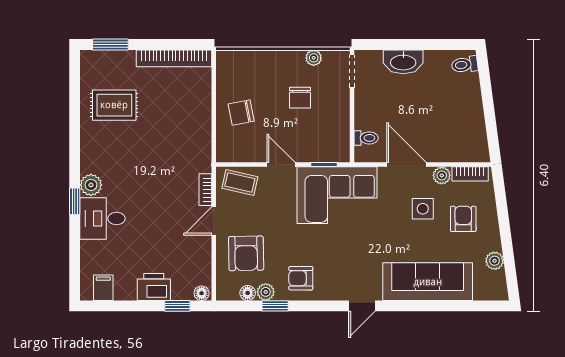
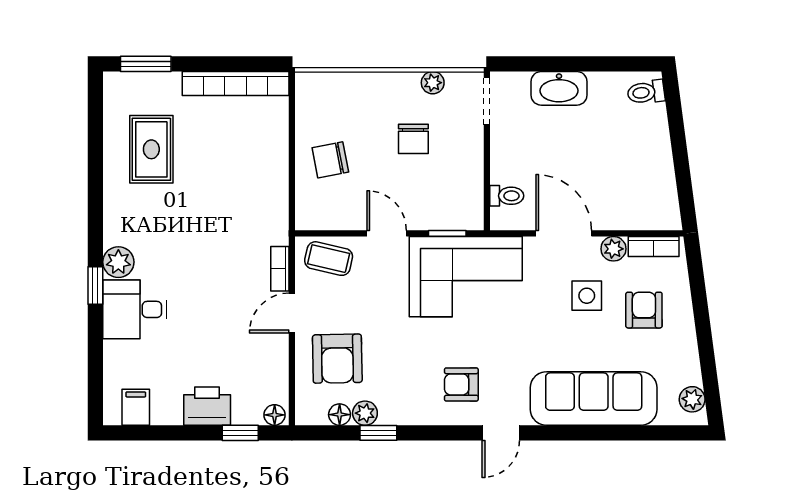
rug: (114, 105) -> (151, 149), turned 90
plant: (495, 261) -> (692, 399), moved
armchair: (301, 278) -> (461, 384), moved

